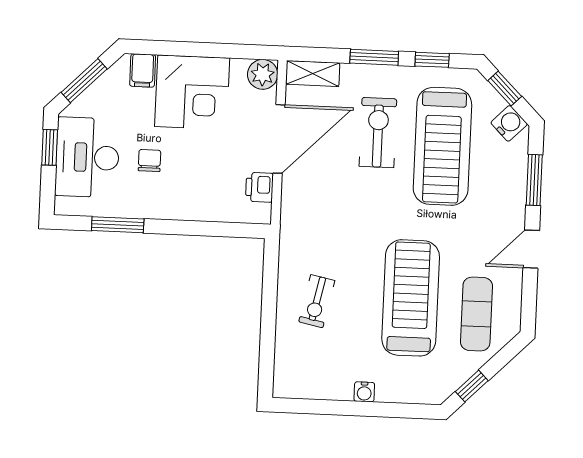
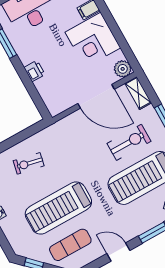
chair: (149, 160) -> (47, 40), removed
printer: (259, 187) -> (35, 71), moved, turned 90
treadmill: (411, 298) -> (58, 208), turned 180

